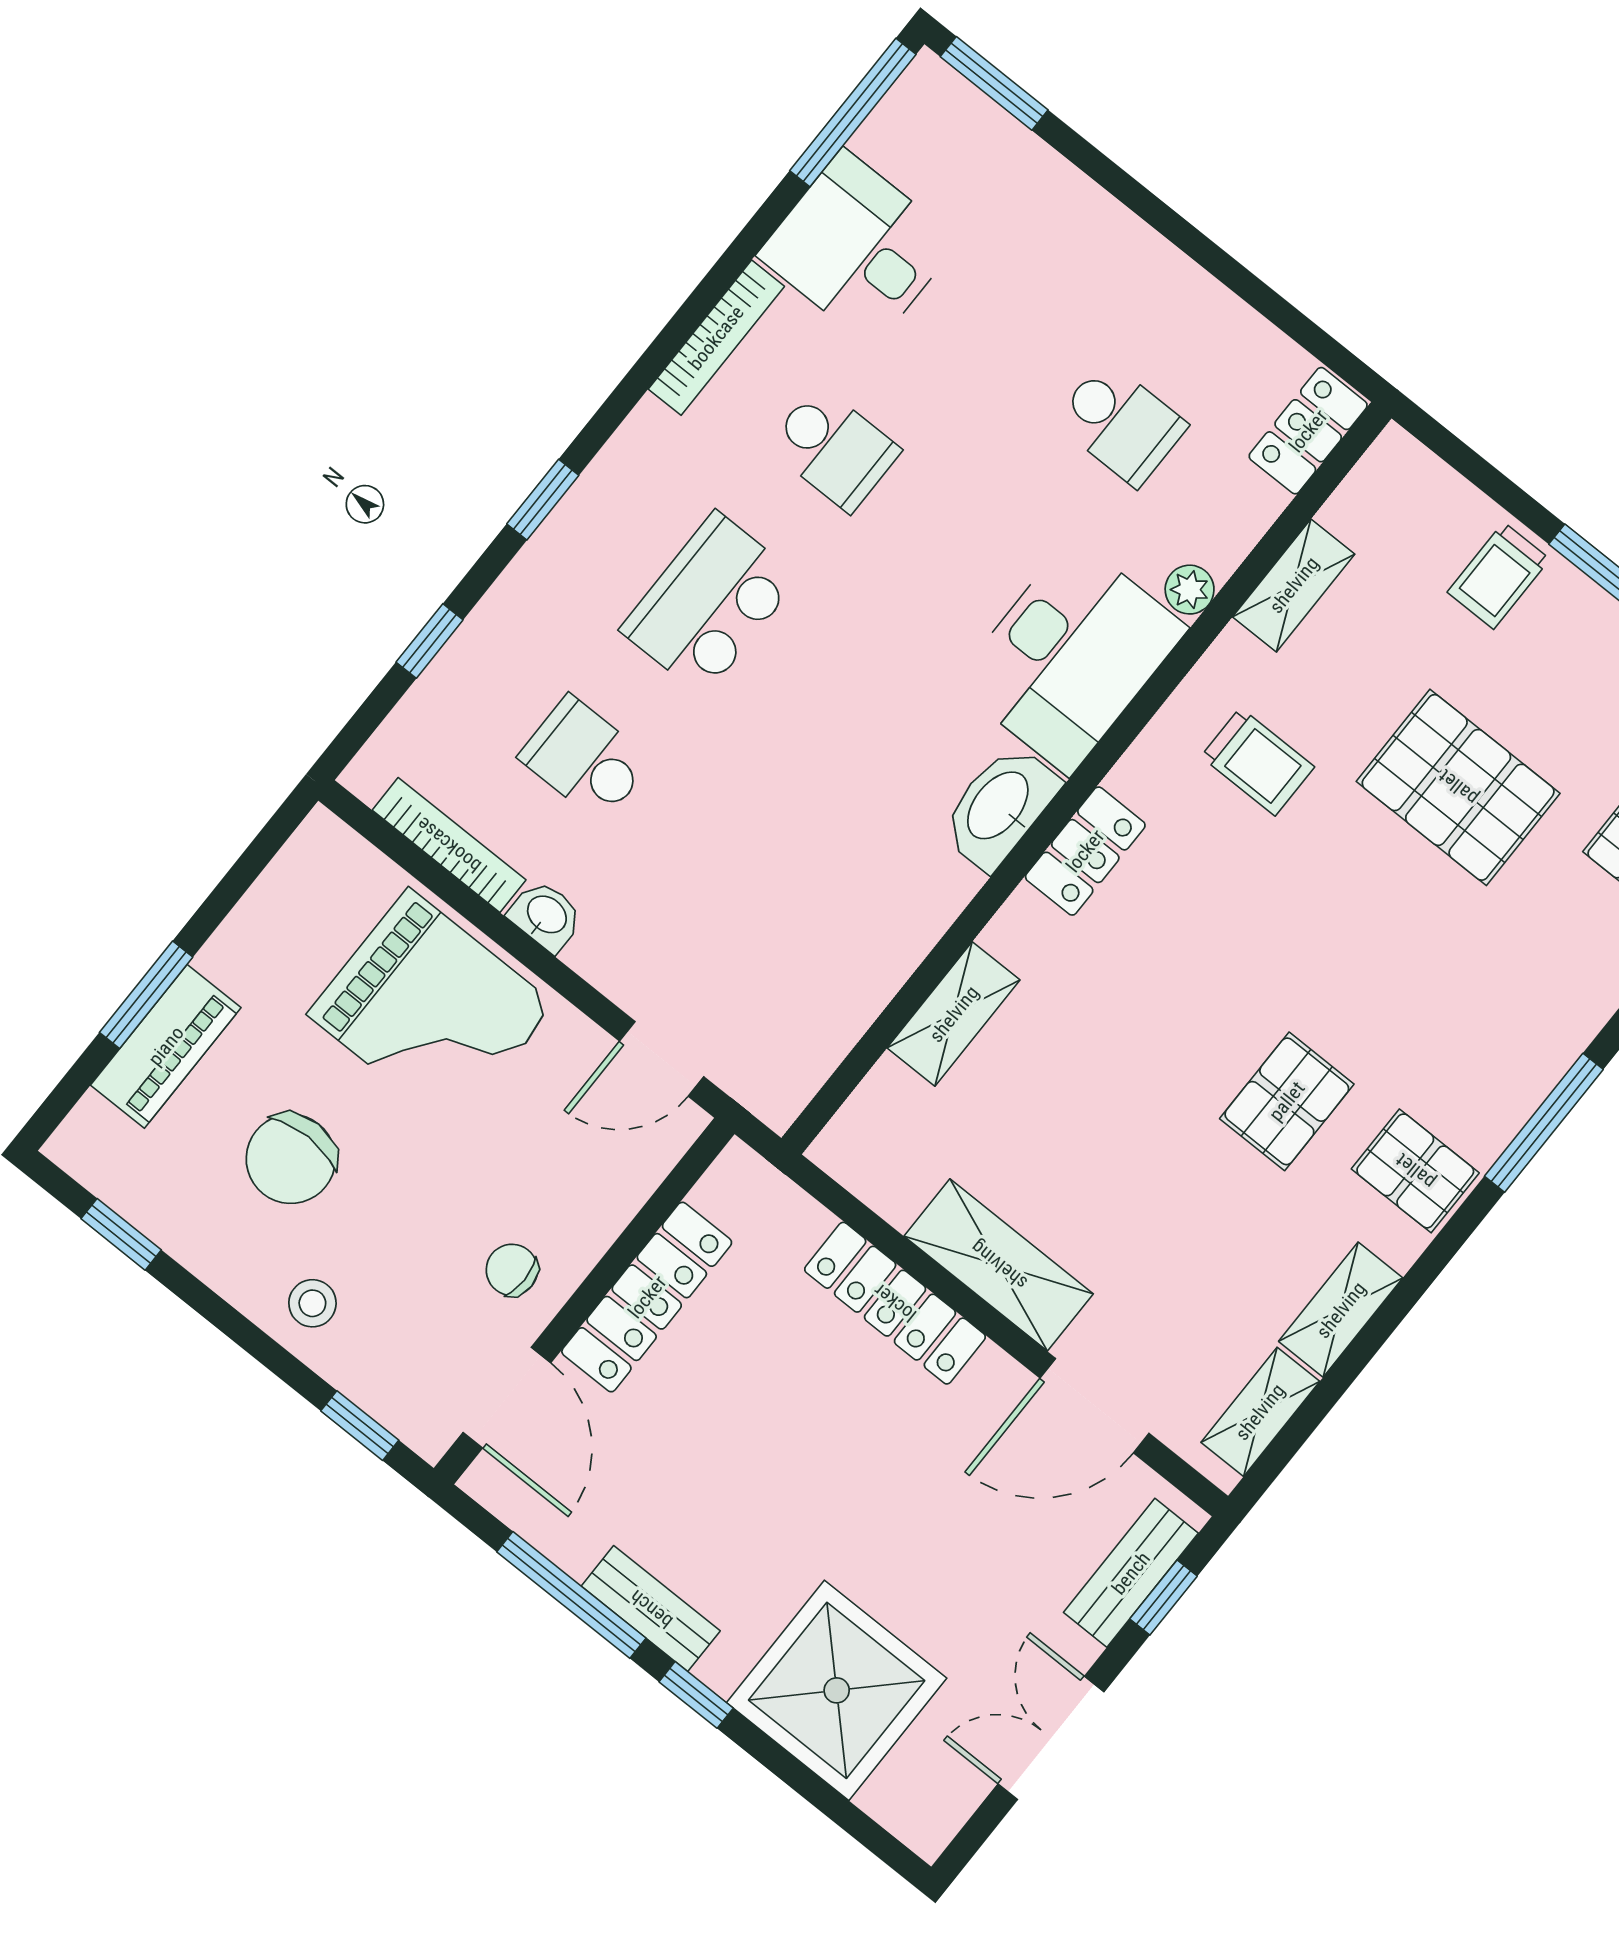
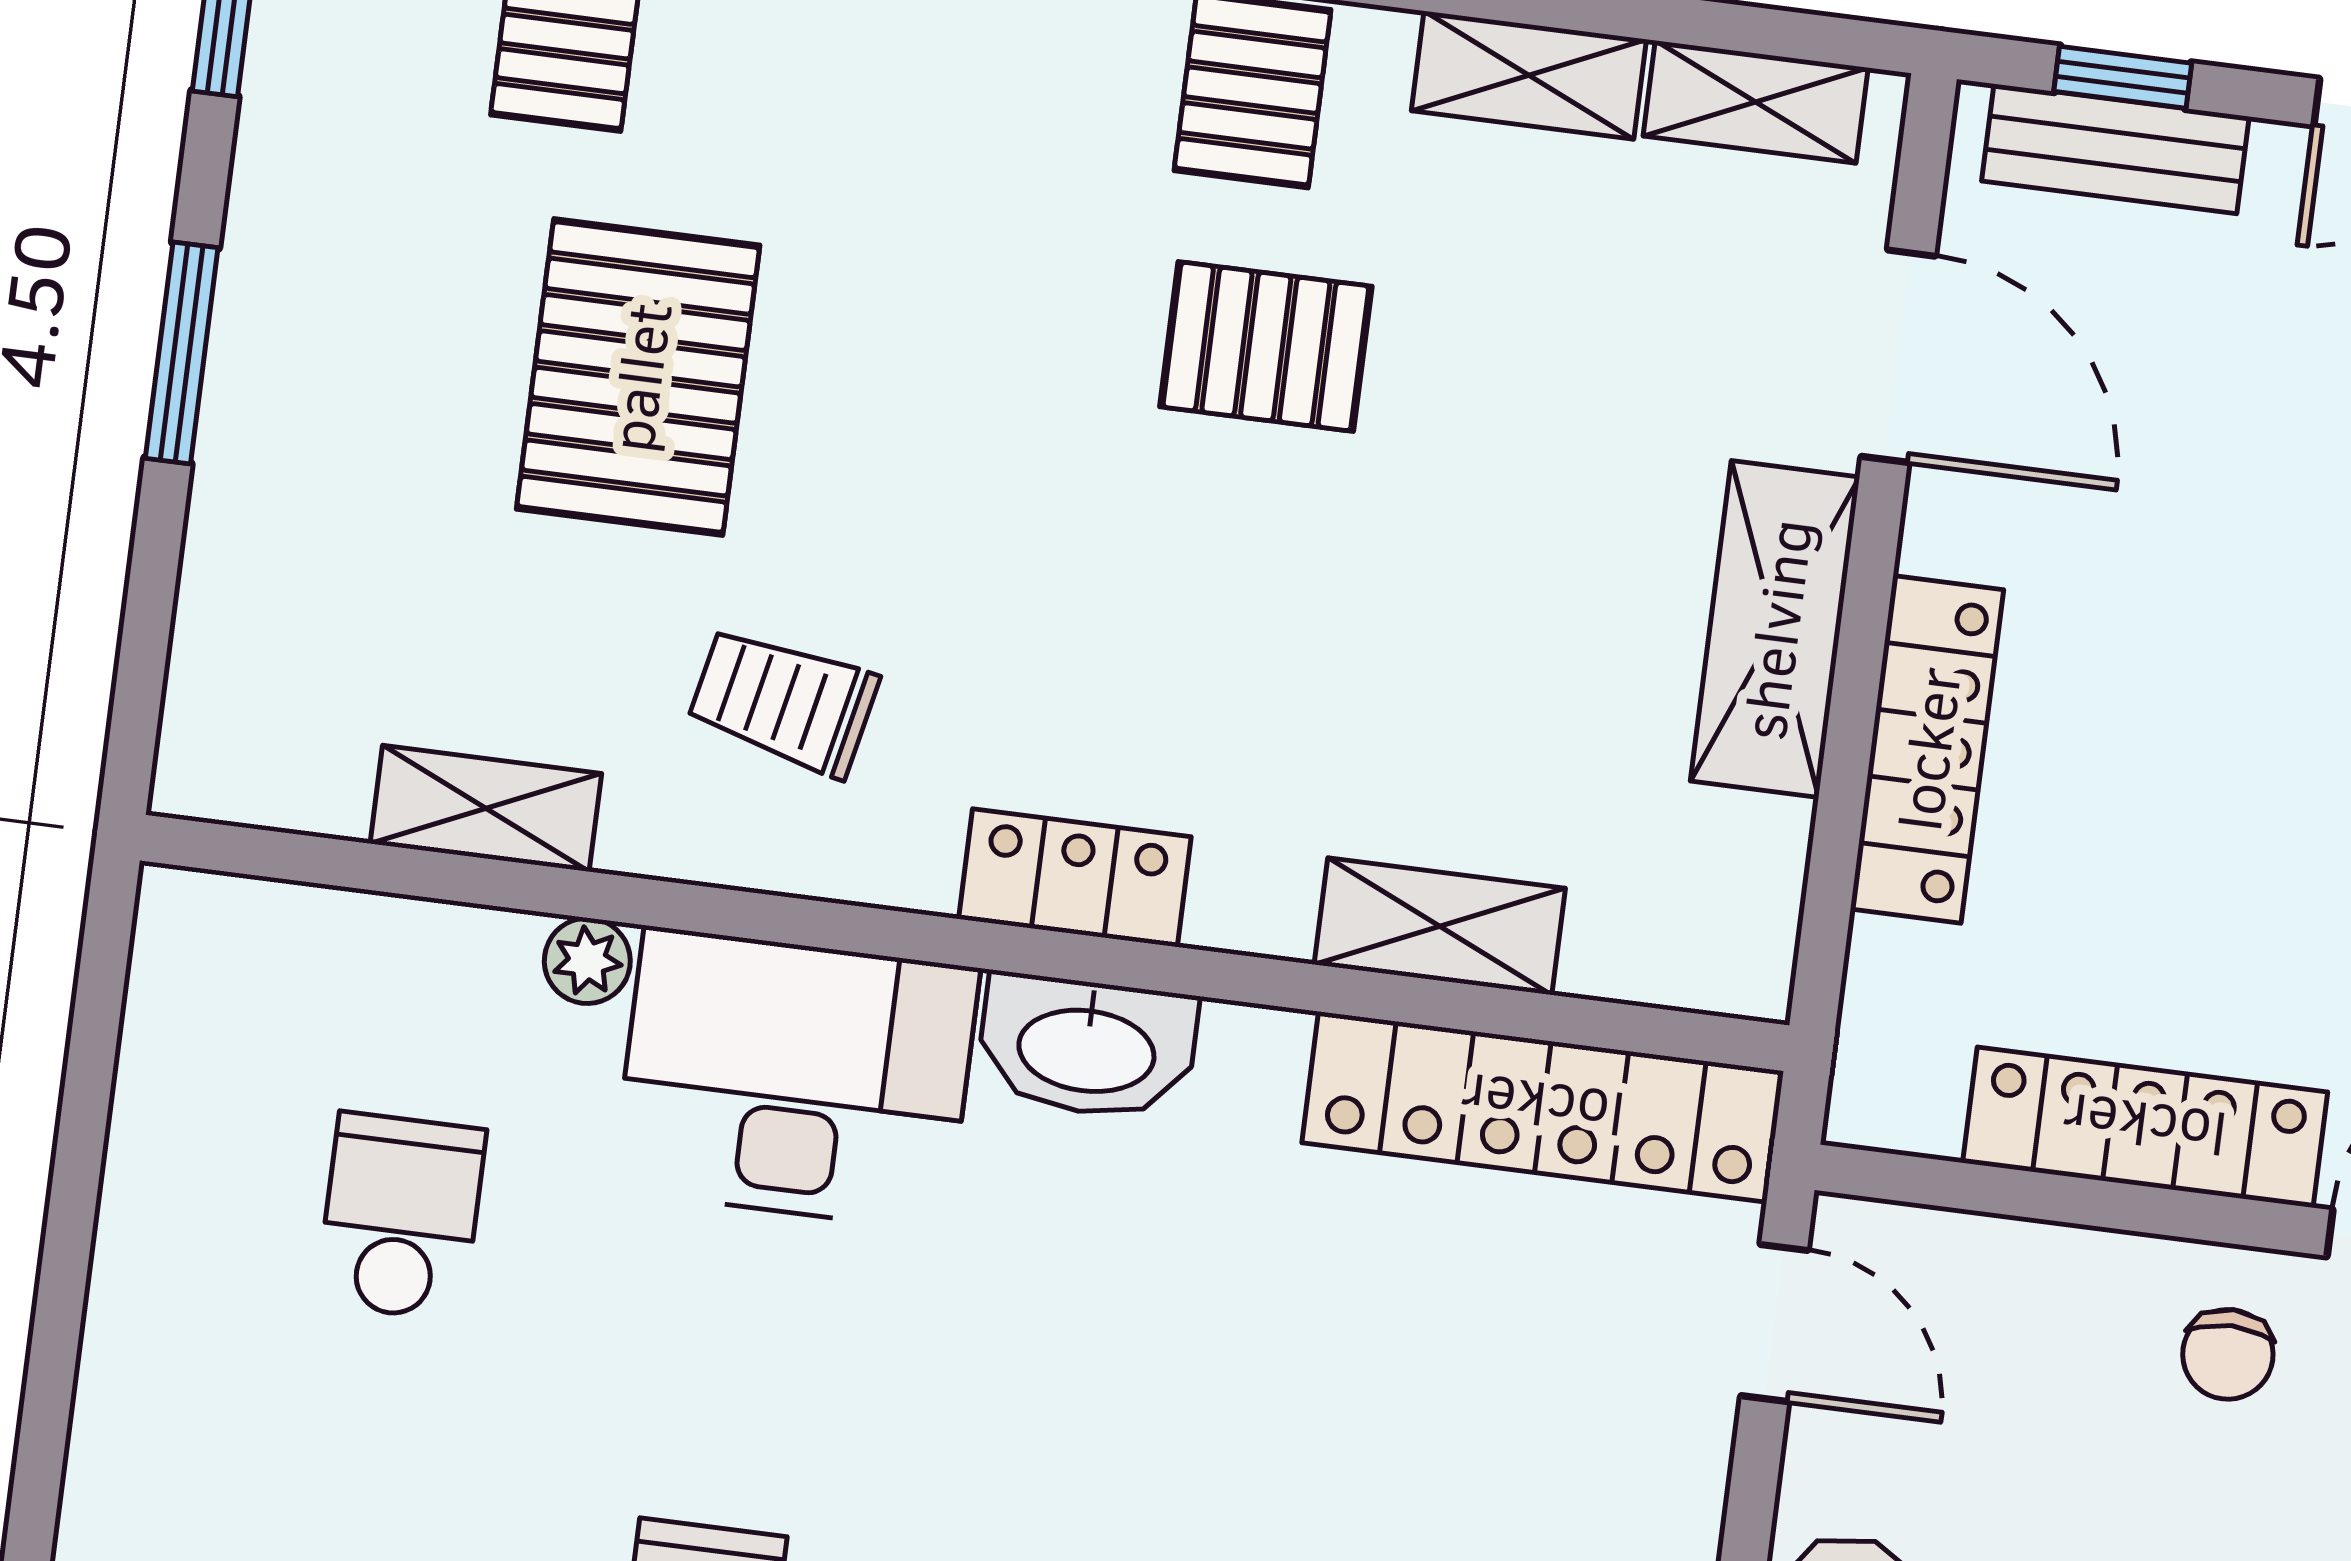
locker: (1308, 431) -> (1543, 1107), moved, width x2.16, depth x1.21
trolley: (1499, 576) -> (283, 510), removed
trolley: (1258, 762) -> (783, 701), turned -78

